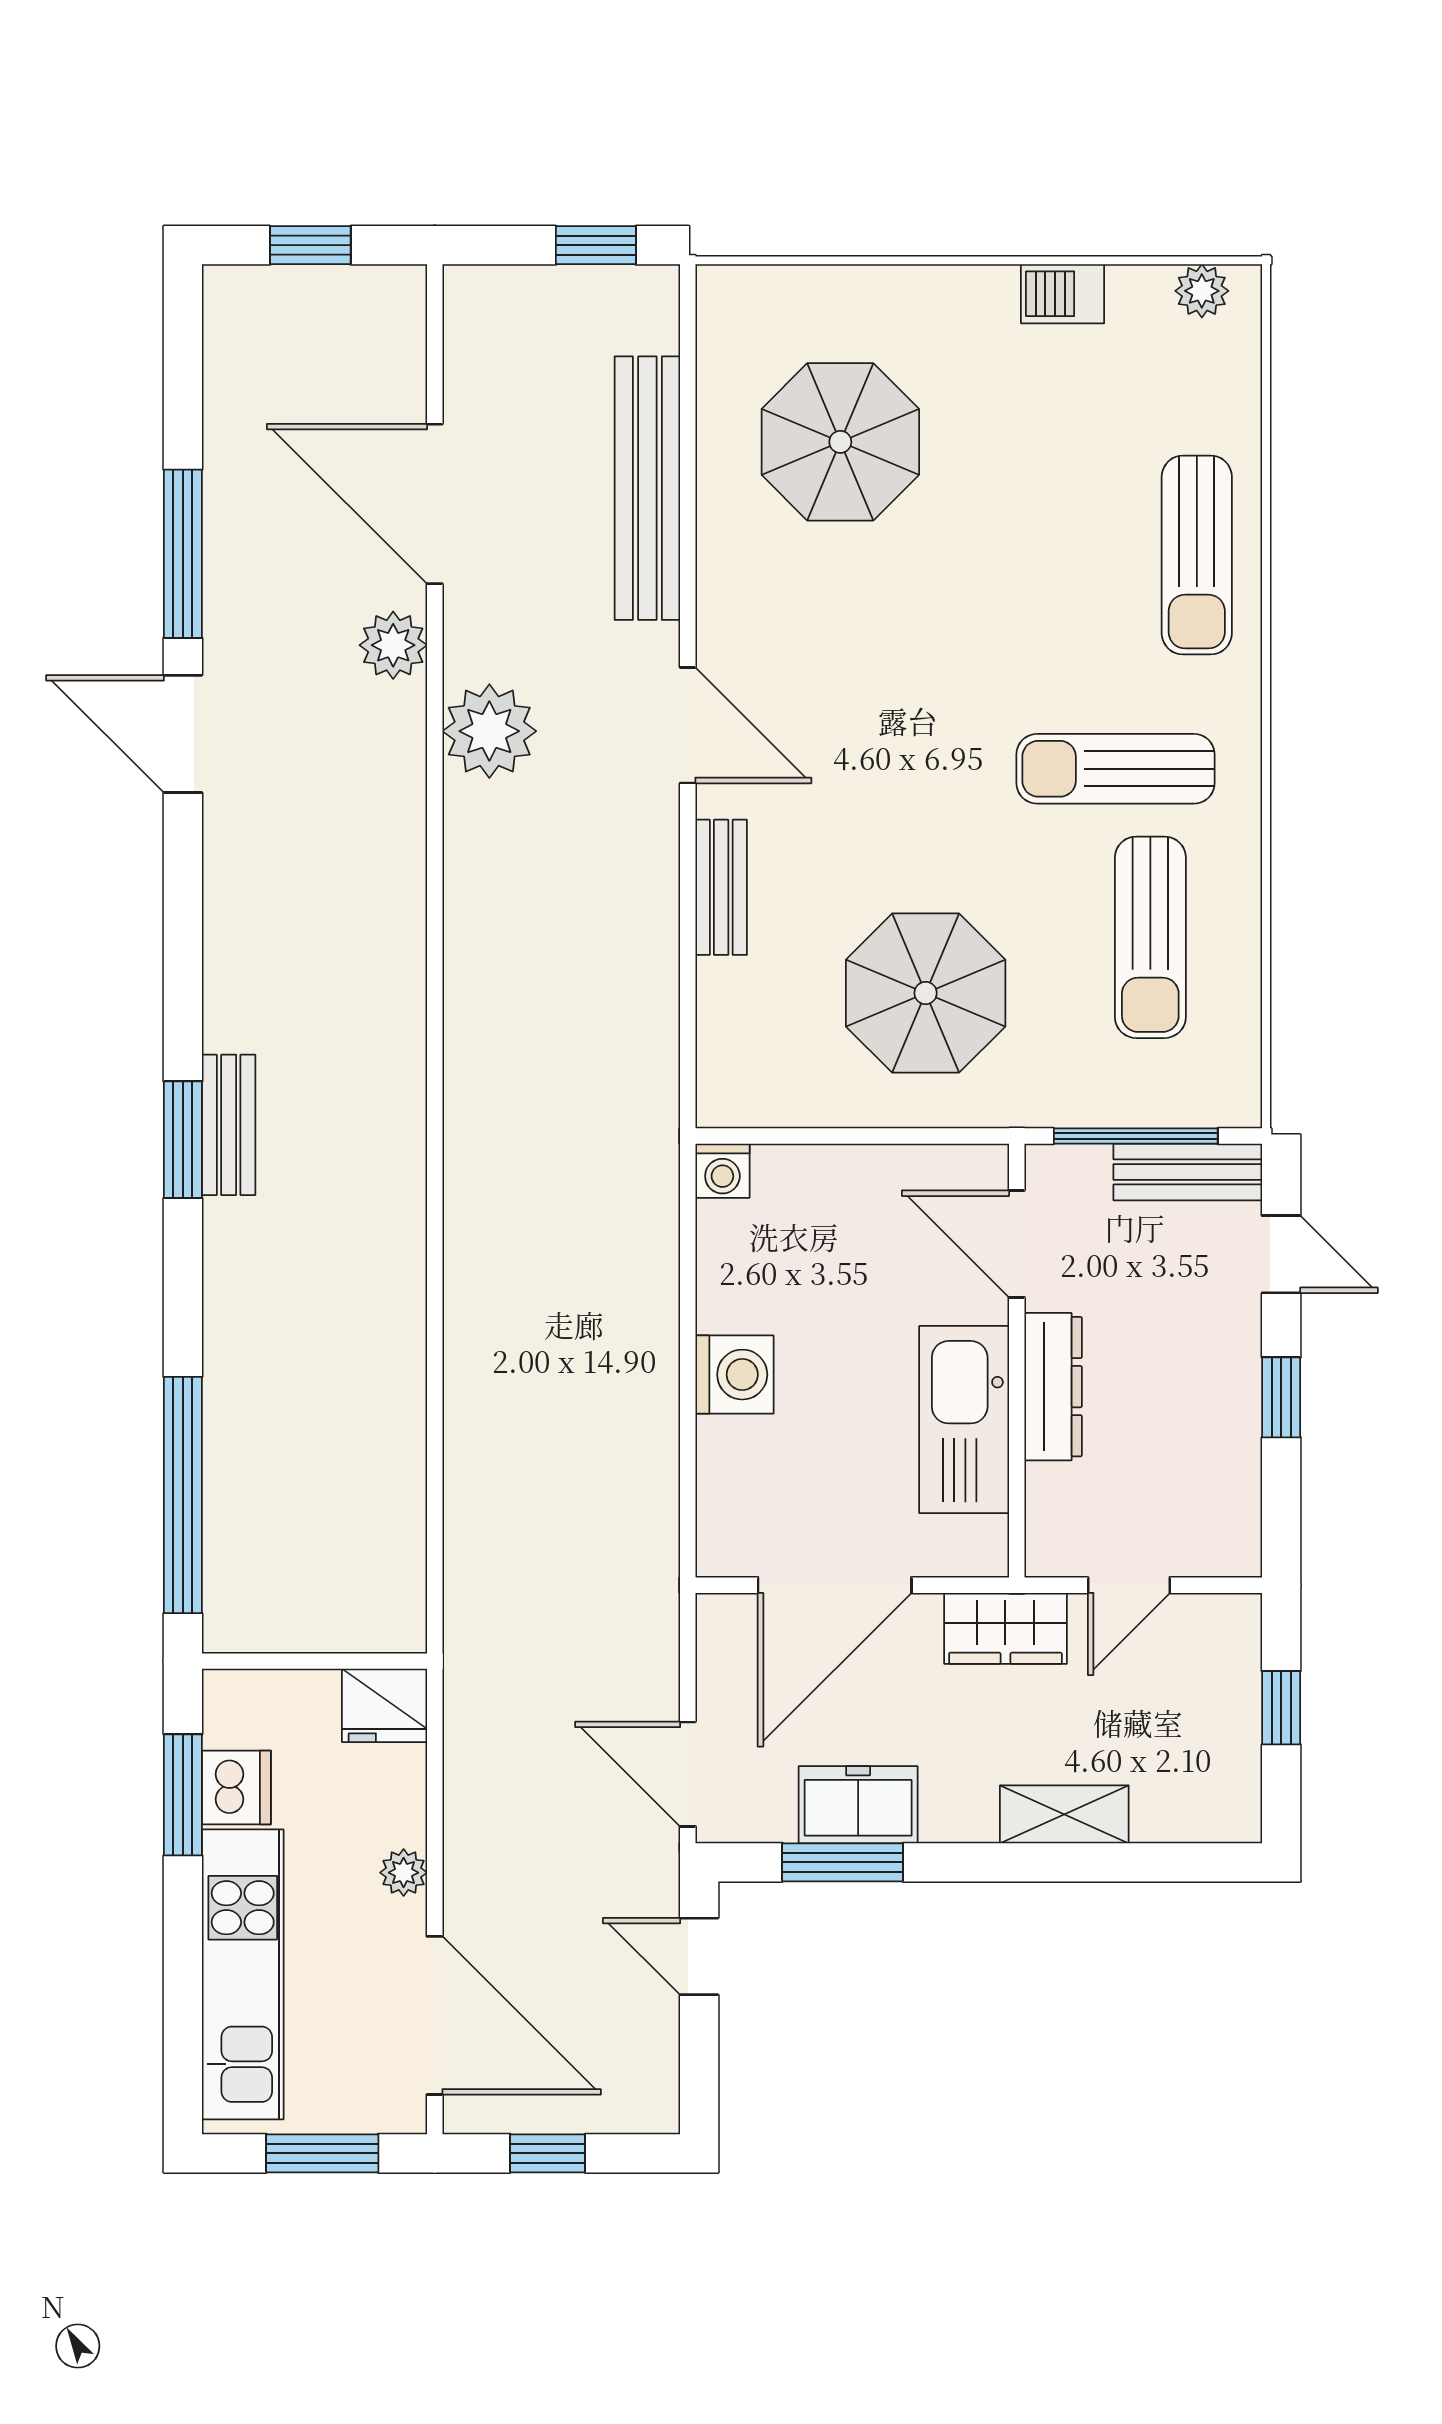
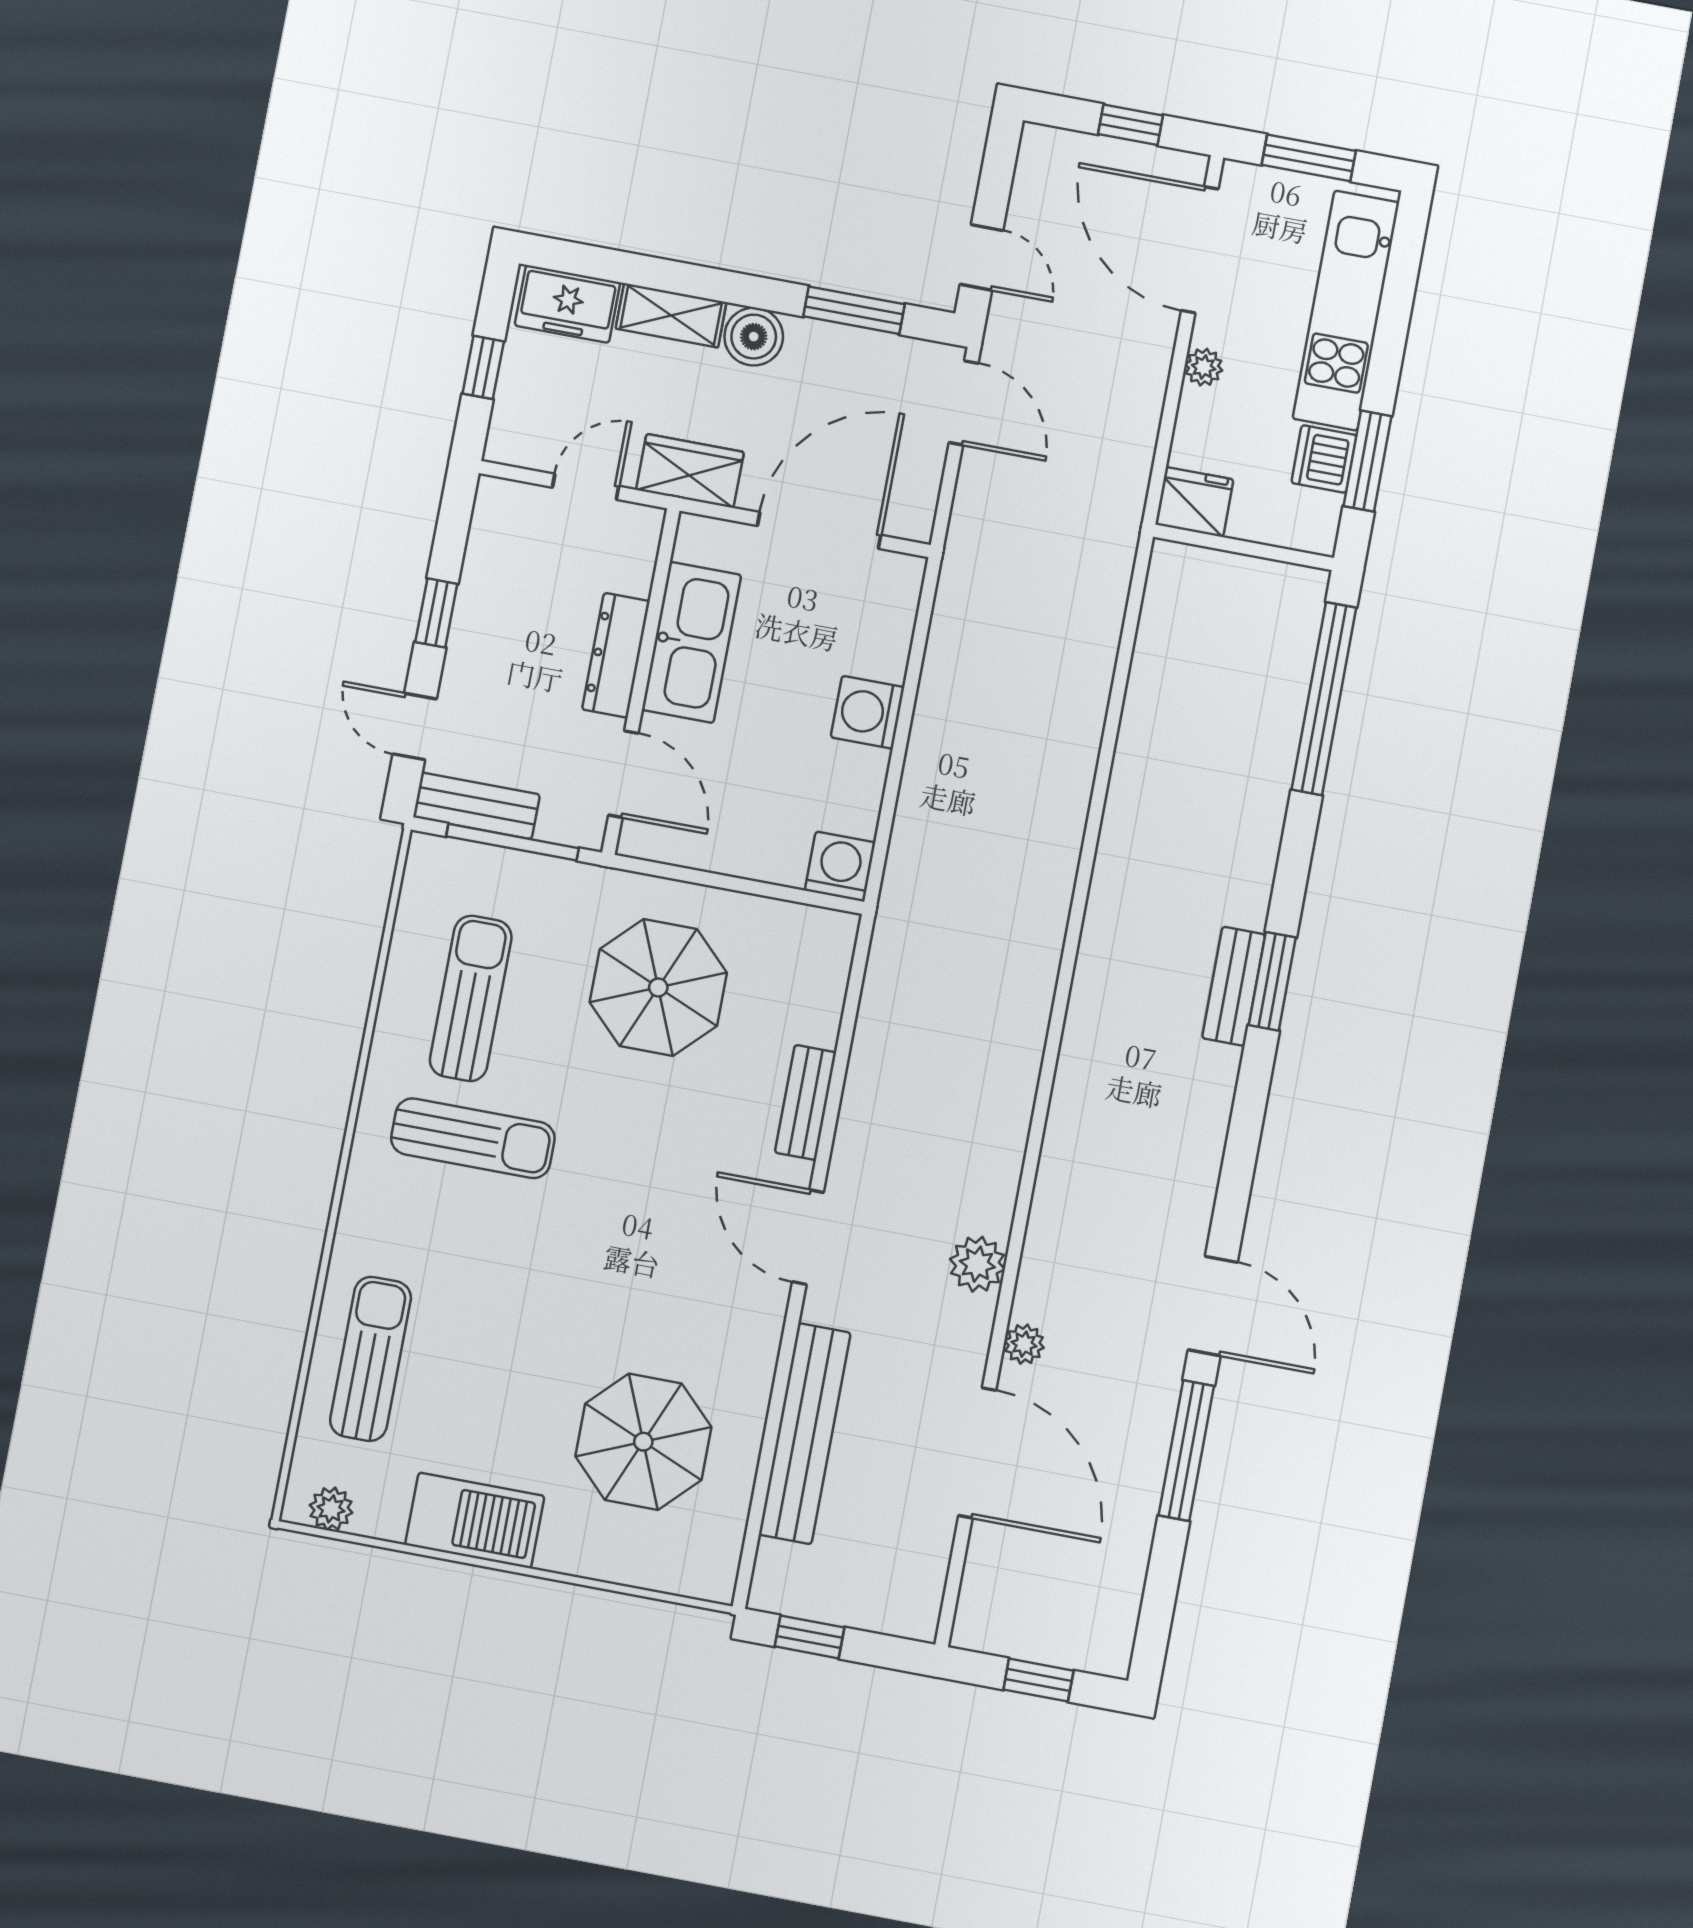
barbecue: (1063, 294) -> (475, 1520), width x1.88, depth x1.53
sun lounger: (1197, 555) -> (371, 1359), moved
plant: (393, 645) -> (1024, 1344), width x0.73, depth x0.73
plant: (489, 731) -> (977, 1264), width x0.73, depth x0.73
washing machine: (722, 1171) -> (840, 866), width x1.38, depth x1.38
freezer: (858, 1805) -> (567, 304), moved
boiler: (959, 1807) -> (754, 337), added

